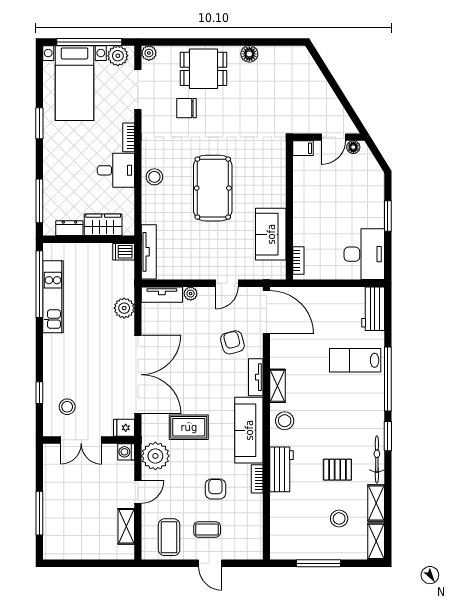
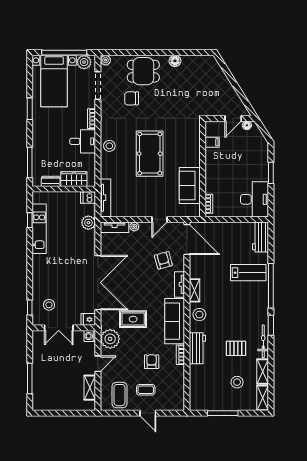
filing cabinet: (303, 148) -> (212, 142), moved
window: (39, 284) -> (30, 220), width x0.32
plant: (124, 308) -> (88, 223), moved
lab bench: (355, 360) -> (248, 273), turned 180
window: (39, 393) -> (30, 307), moved

